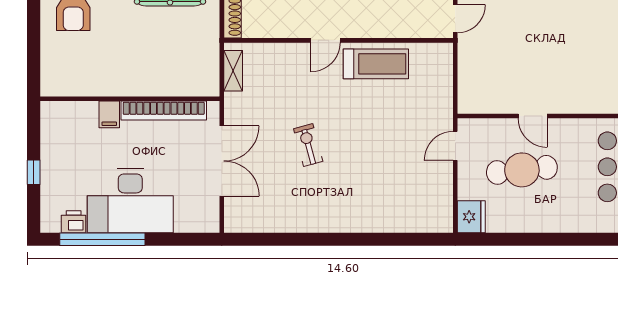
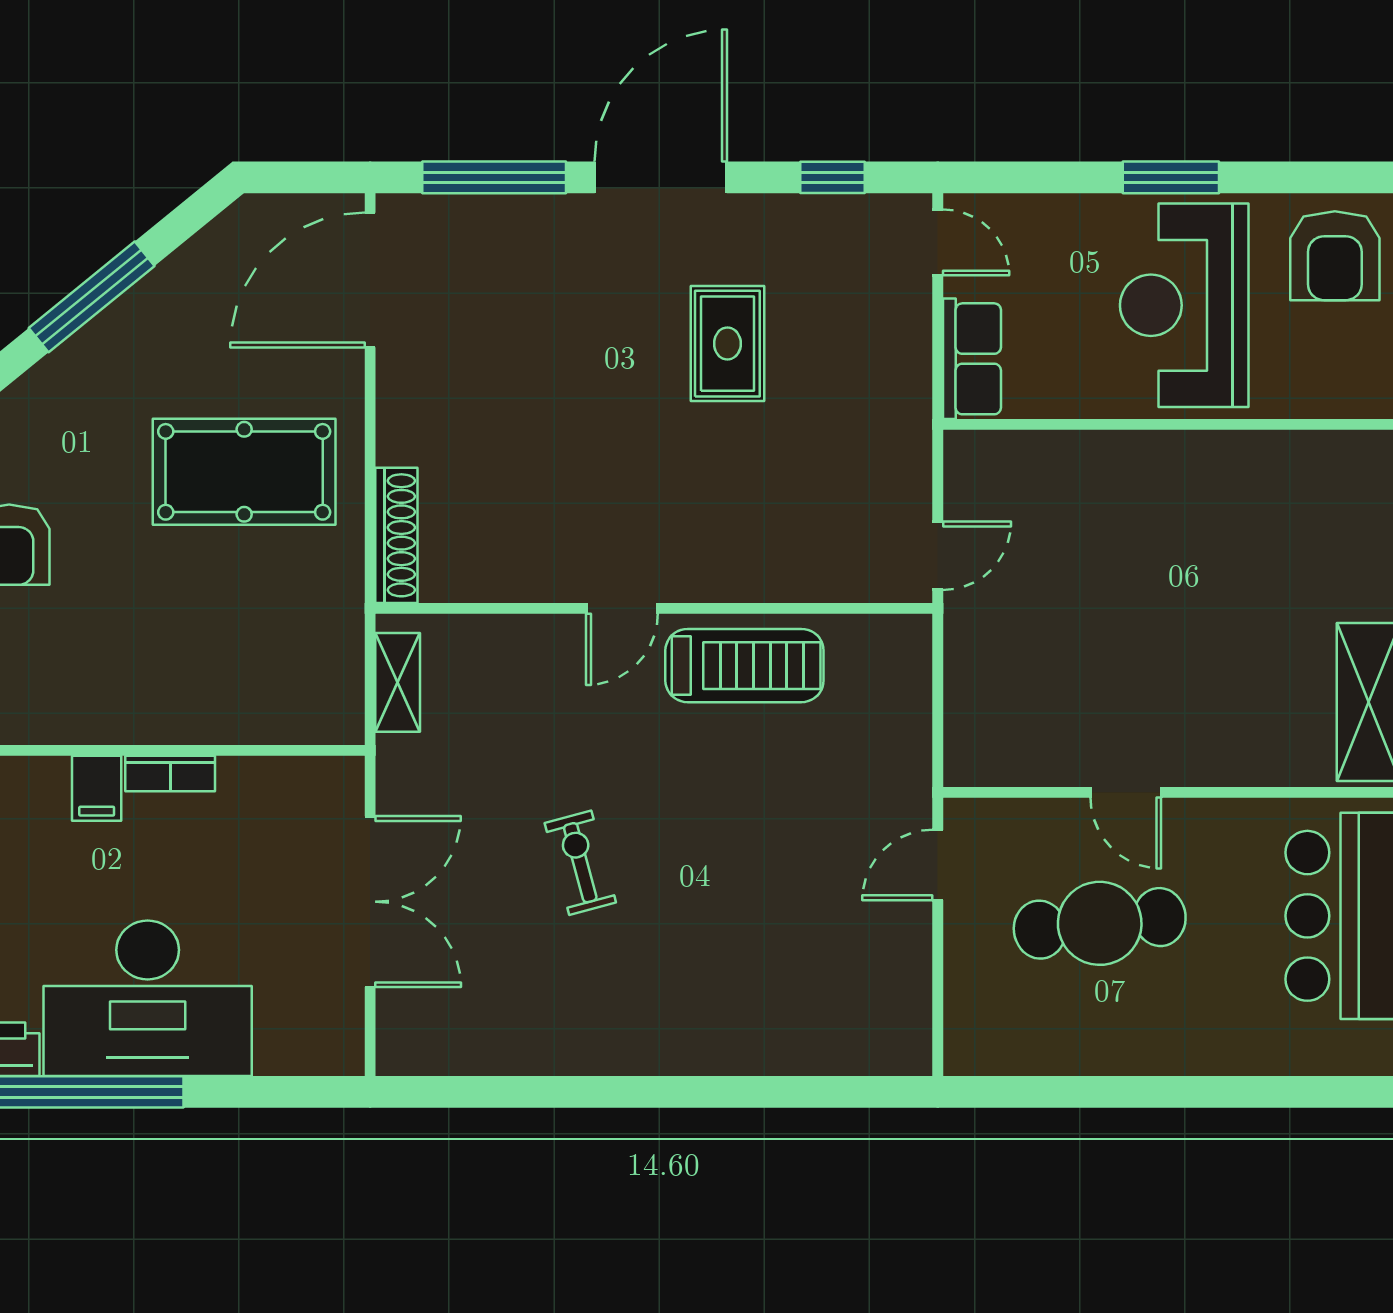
bookcase: (164, 111) -> (170, 773), width x0.43, depth x0.76
fridge: (471, 217) -> (977, 1037), removed

